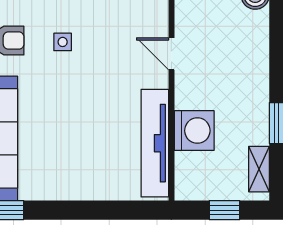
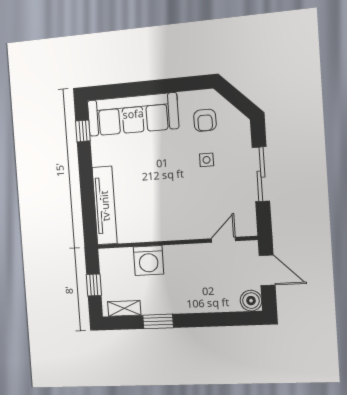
door: (171, 54) -> (223, 240), moved
tv unit: (155, 143) -> (105, 206), moved, turned 90

